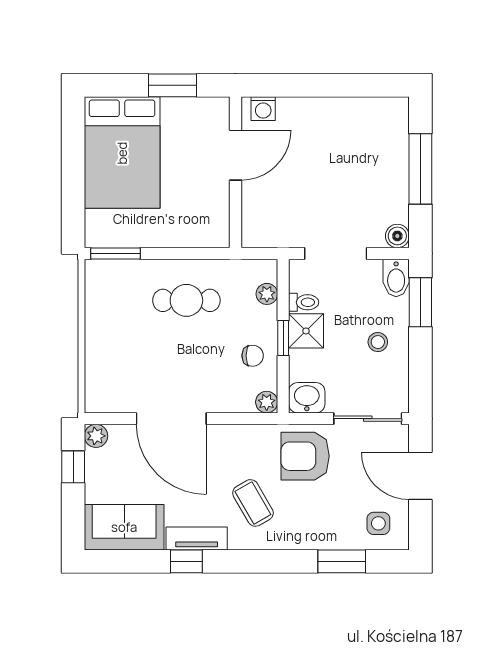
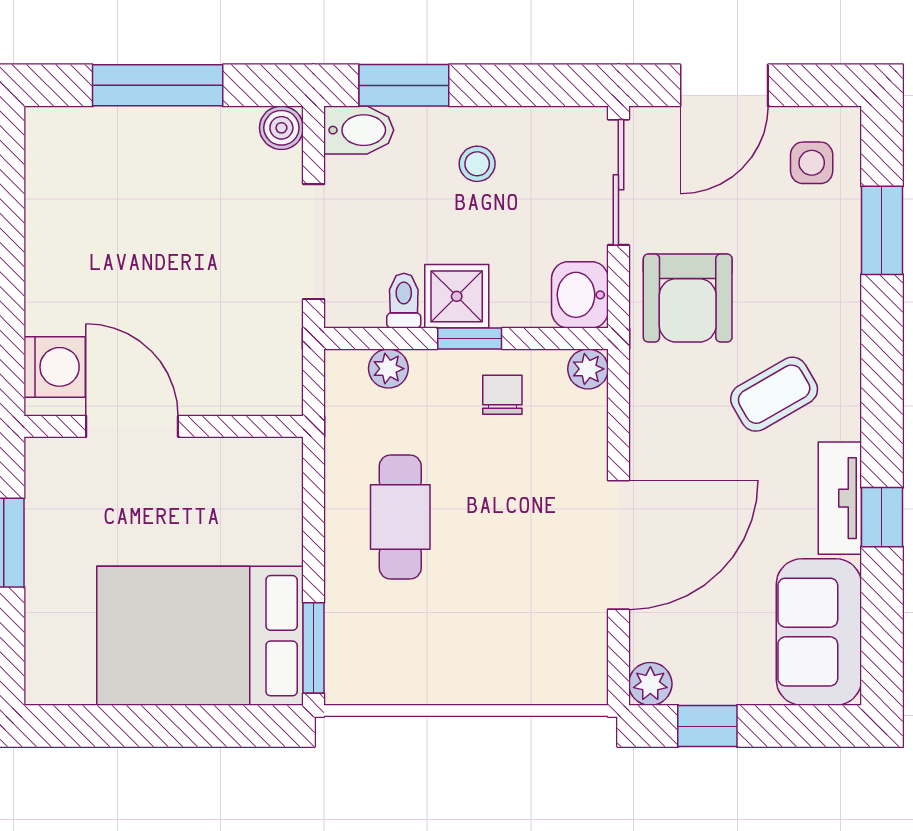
washing machine: (263, 109) -> (55, 367), width x1.38, depth x1.38
bed: (122, 153) -> (200, 636), moved, turned 180

